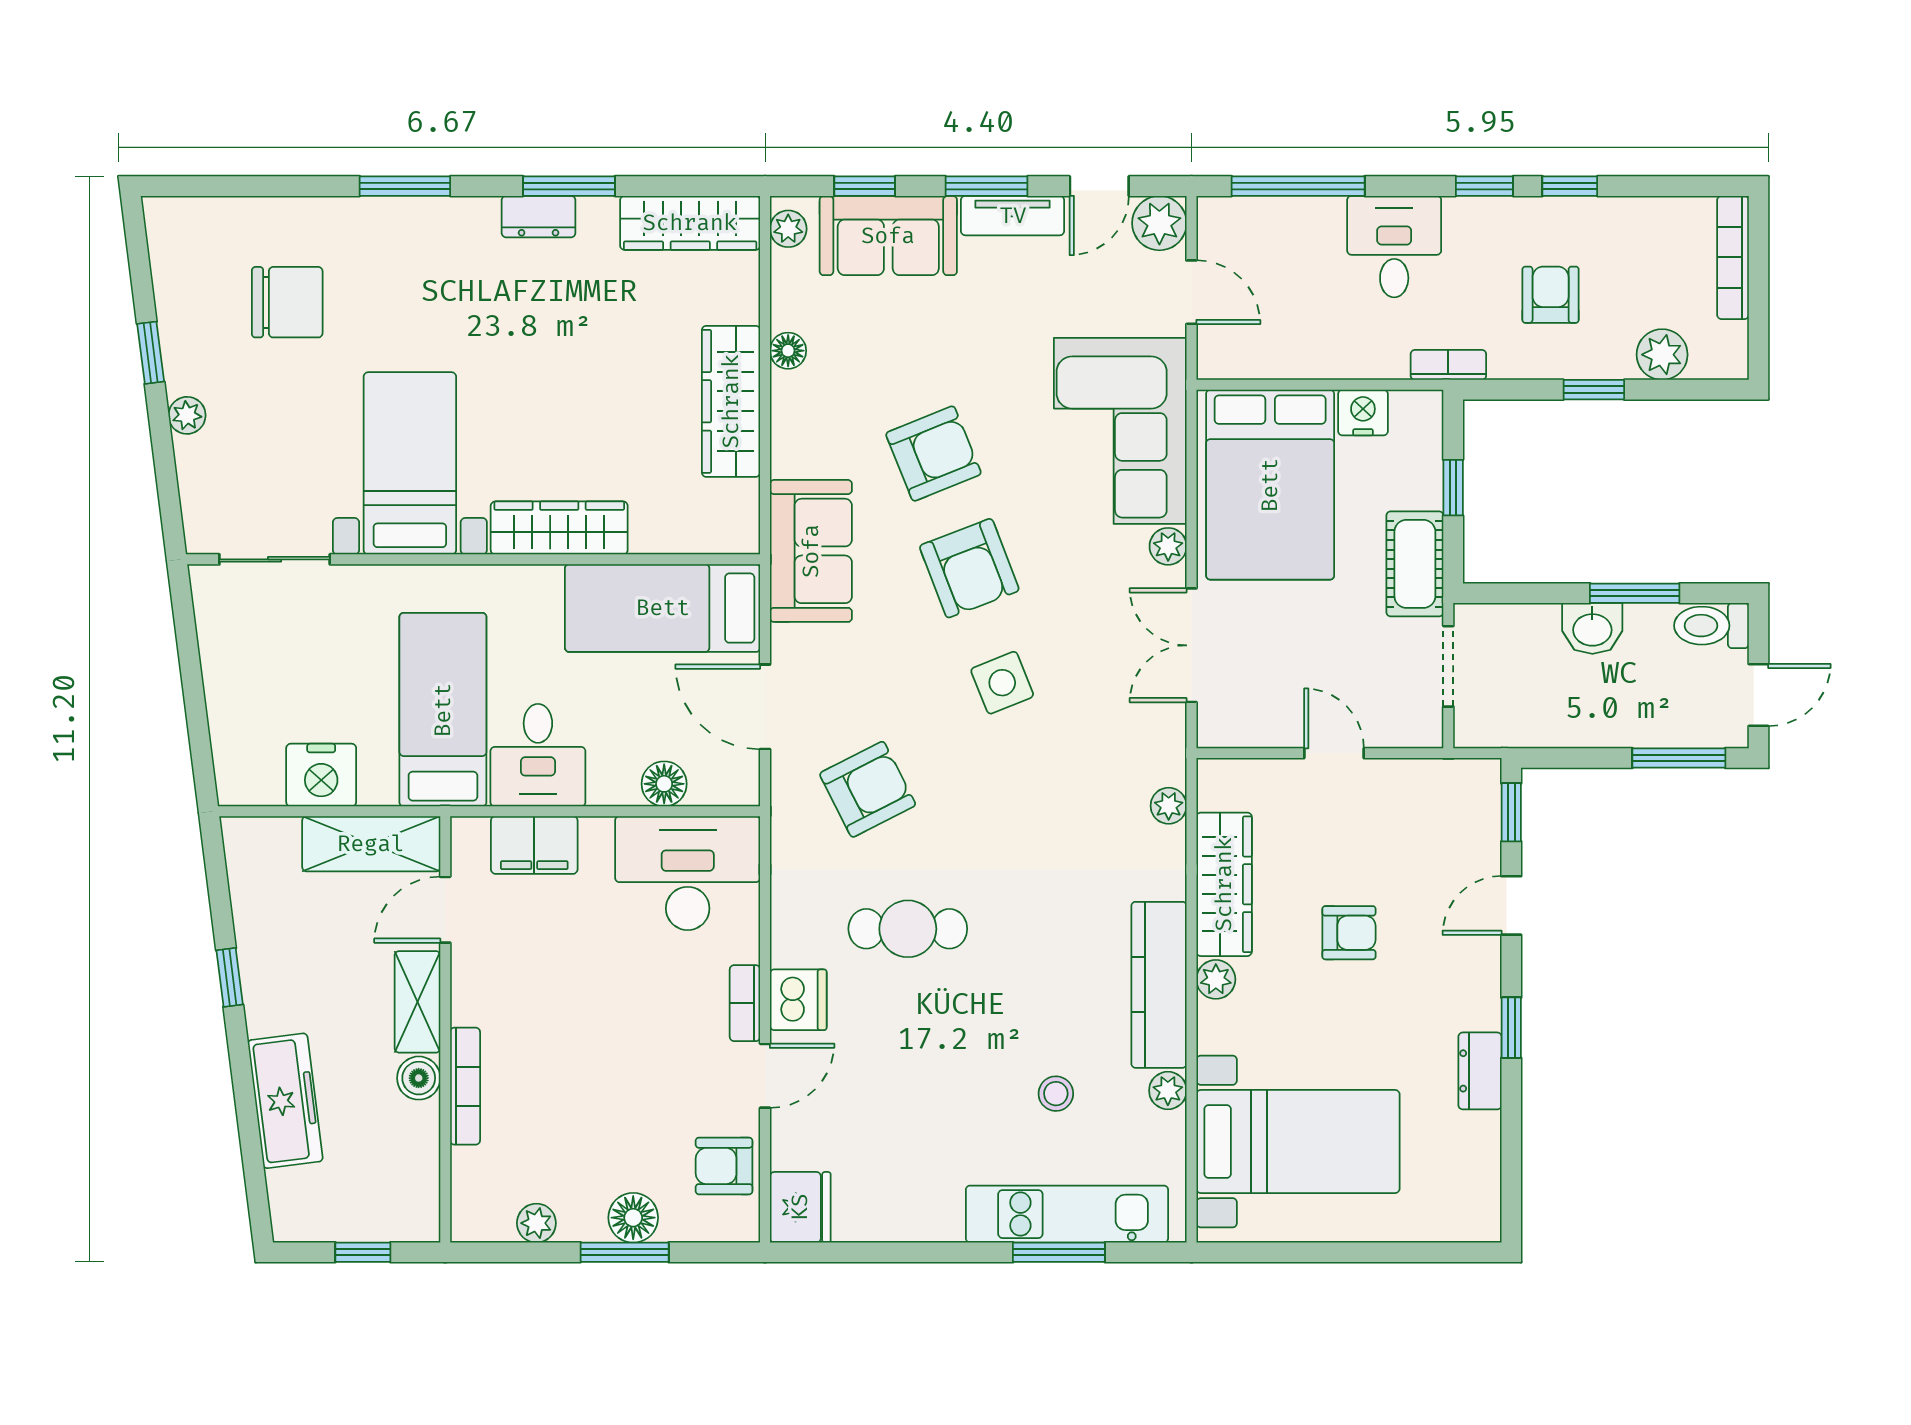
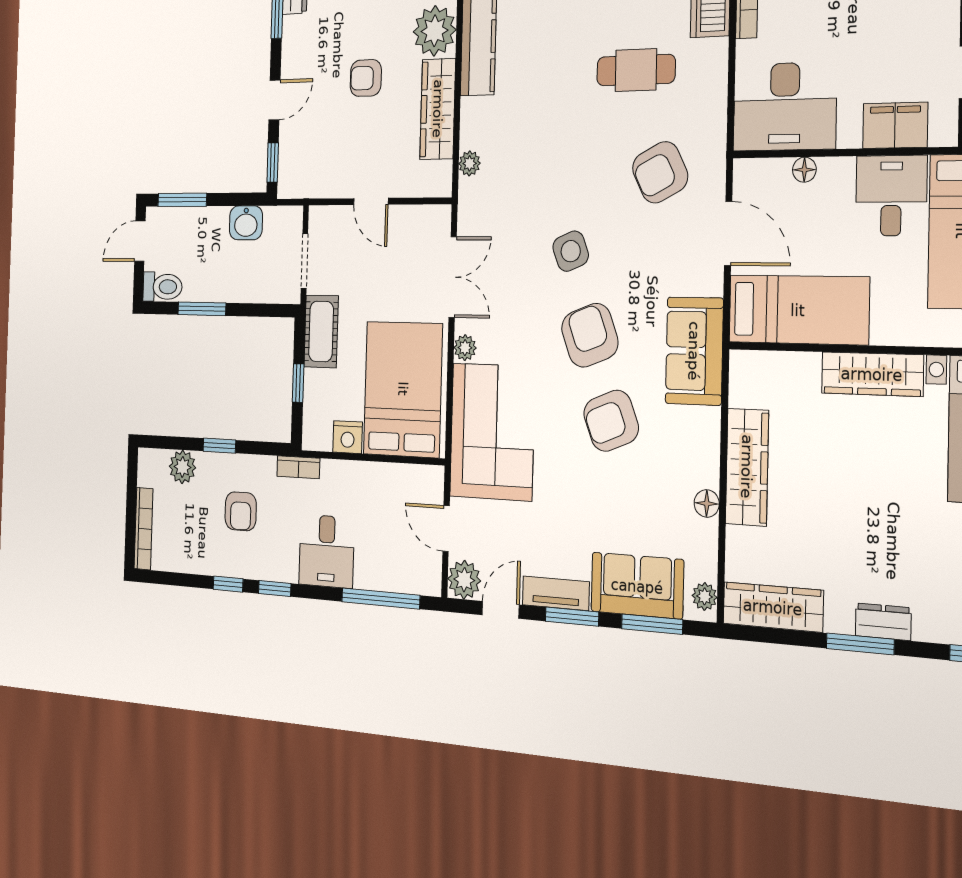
window: (865, 186) -> (652, 624), width x1.50
washbasin: (1592, 628) -> (246, 223), moved, turned 180
floor lamp: (664, 784) -> (804, 170), width x0.73, depth x0.73
plant: (1216, 979) -> (435, 31), width x1.87, depth x1.87

